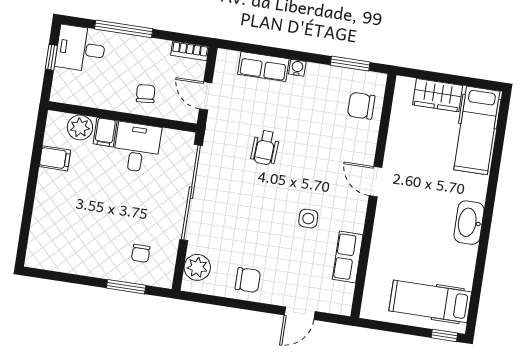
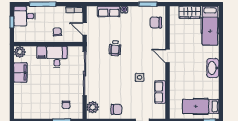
plant: (80, 127) -> (20, 52), moved
filing cabinet: (55, 158) -> (20, 72), width x2.00

